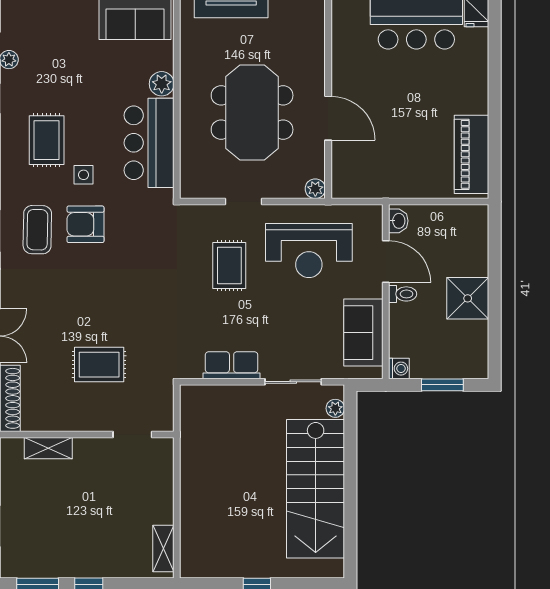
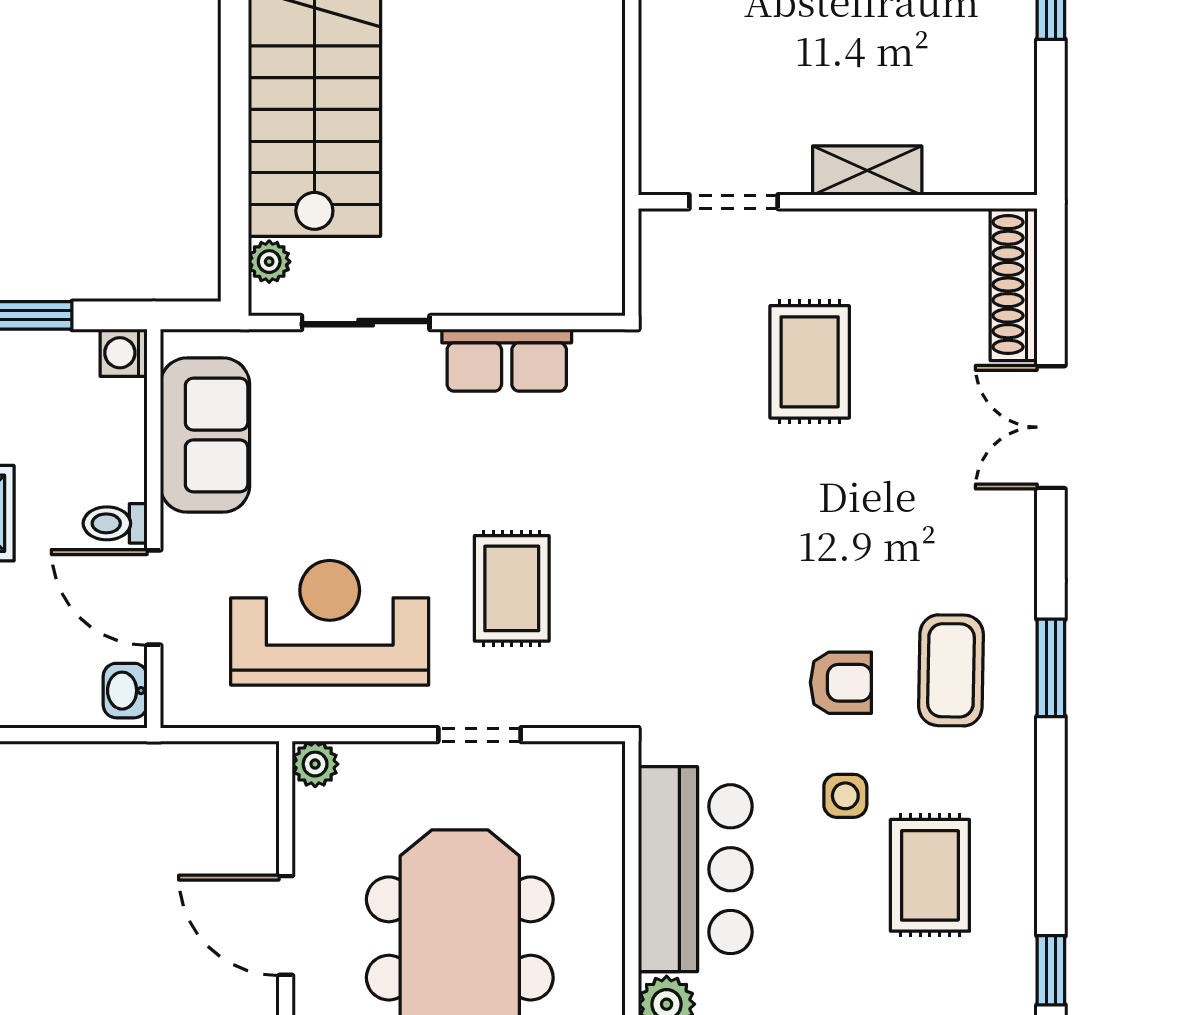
armchair: (85, 224) -> (841, 683), width x0.72, depth x0.72
rug: (99, 365) -> (810, 362), turned 90
shelving: (48, 448) -> (867, 171), moved

